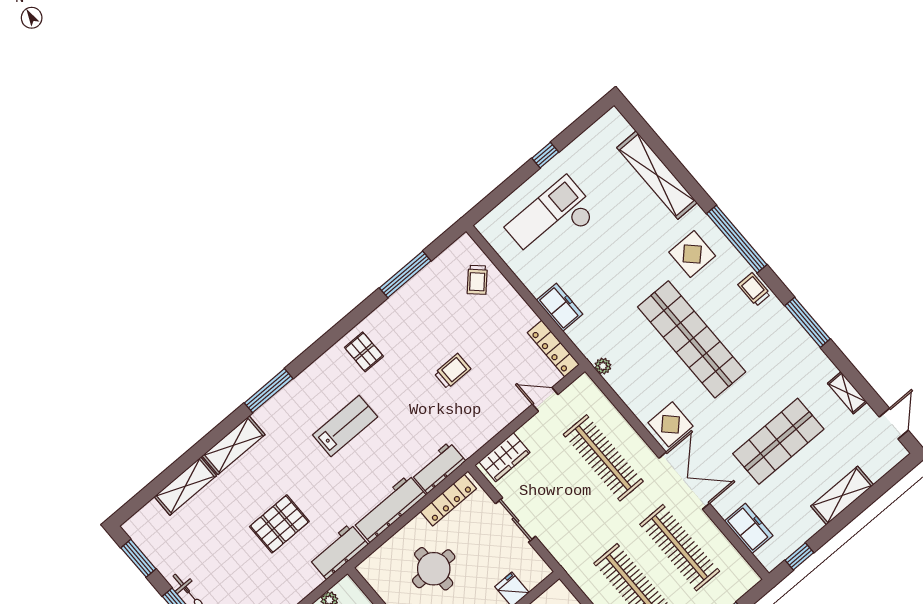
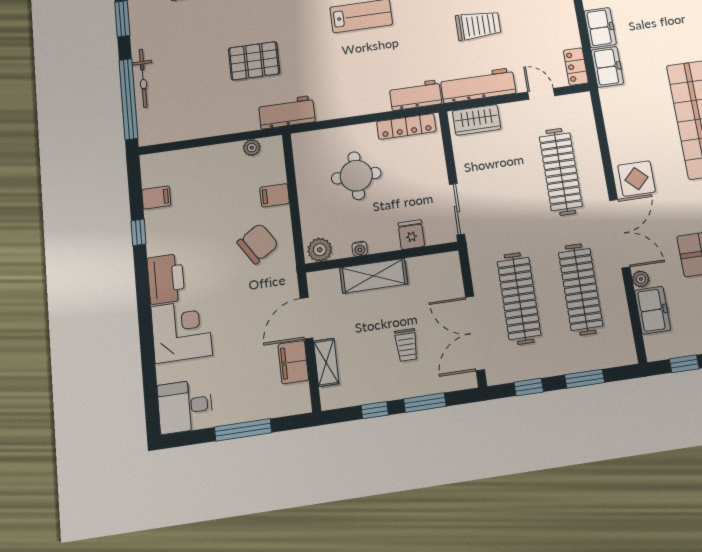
freezer: (587, 340) -> (607, 67), added
locker: (553, 349) -> (576, 67), width x0.66
plant: (603, 366) -> (641, 279), moved
trolley: (452, 371) -> (478, 25), width x1.36, depth x1.39
workbench: (389, 508) -> (478, 85), moved
sliding door: (516, 520) -> (457, 209), moved

